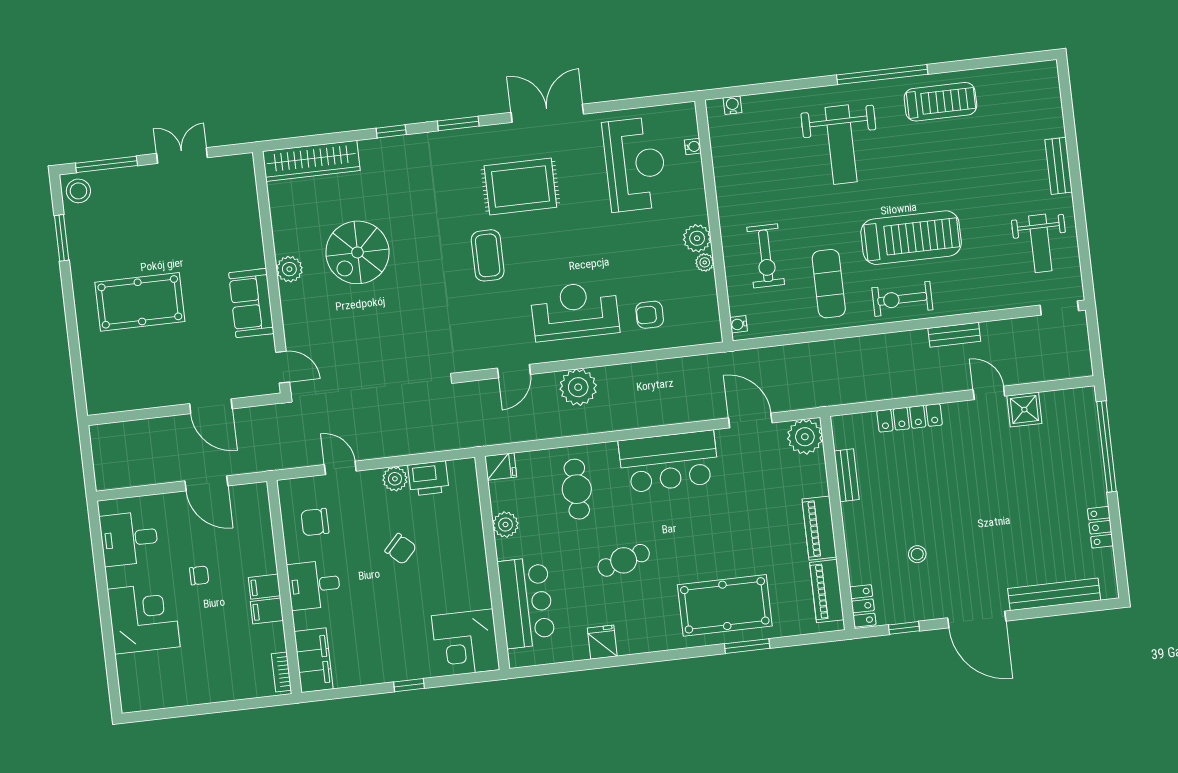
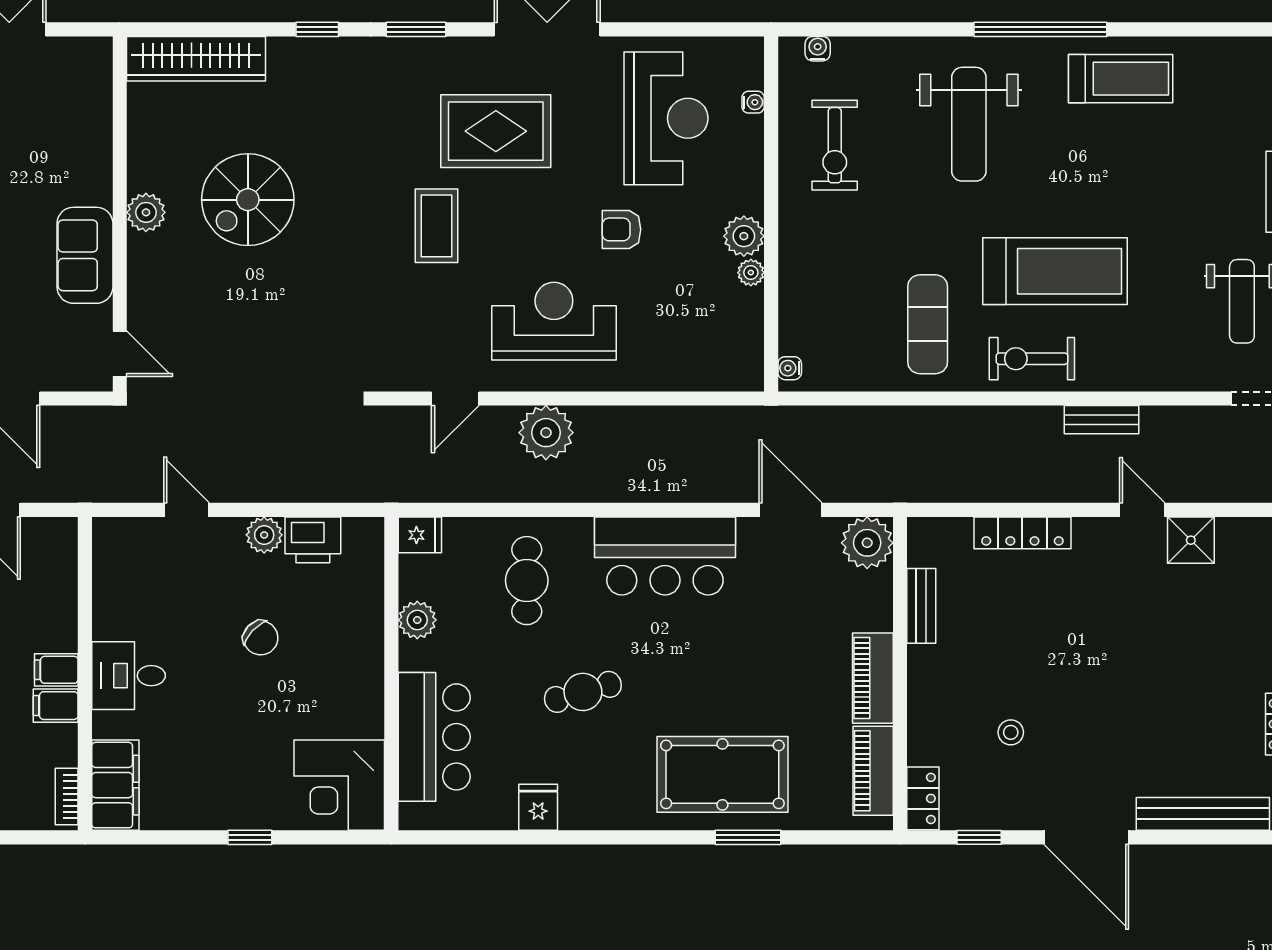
exercise bike: (766, 256) -> (835, 145), moved
armchair: (650, 315) -> (621, 229), moved
chair: (315, 522) -> (141, 584), removed

